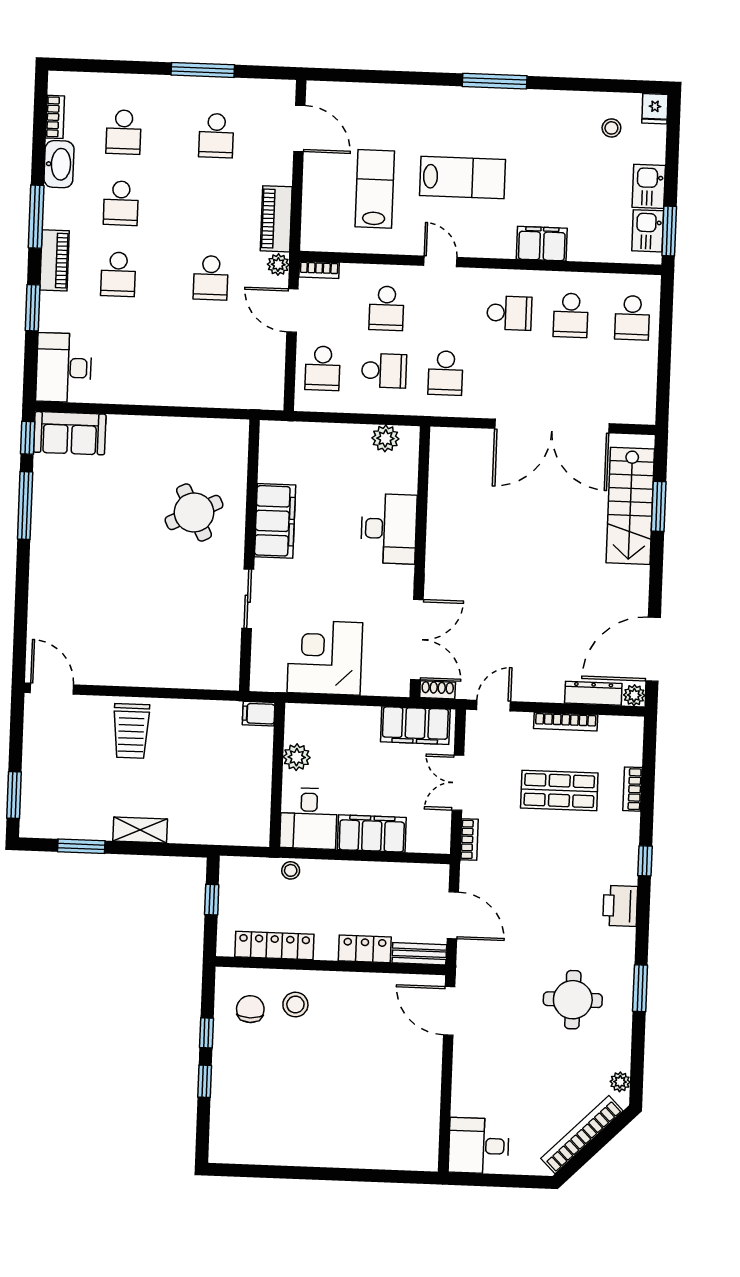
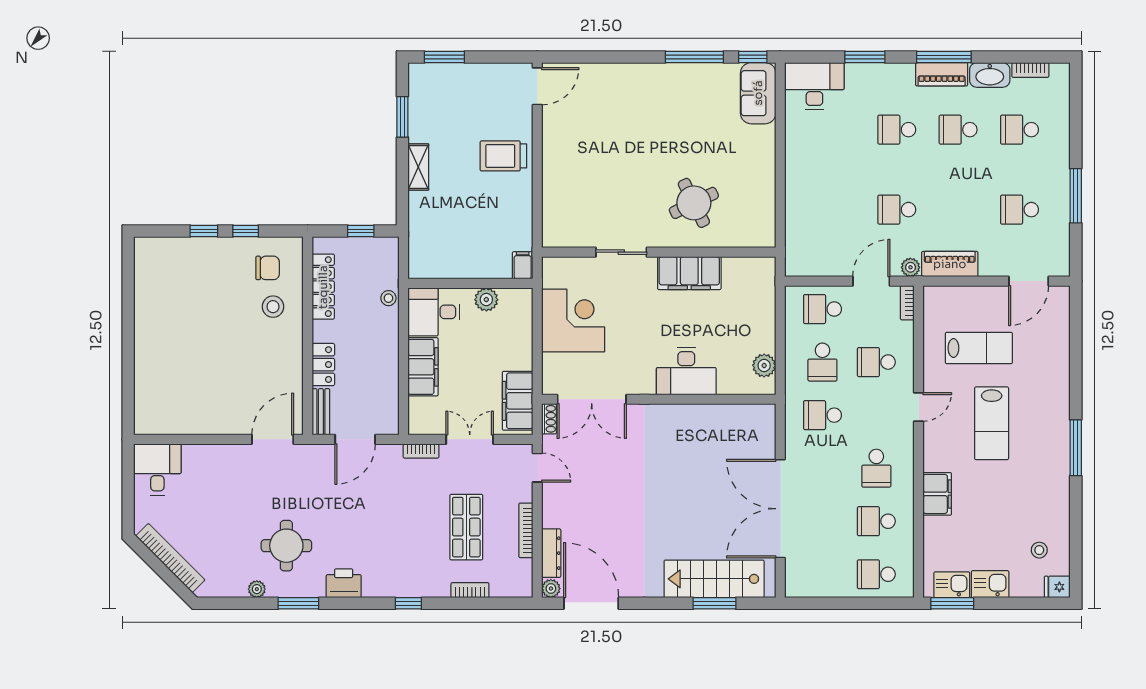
piano: (54, 260) -> (942, 74), moved
printer: (620, 906) -> (344, 583), moved
plant: (620, 1082) -> (257, 589), moved

